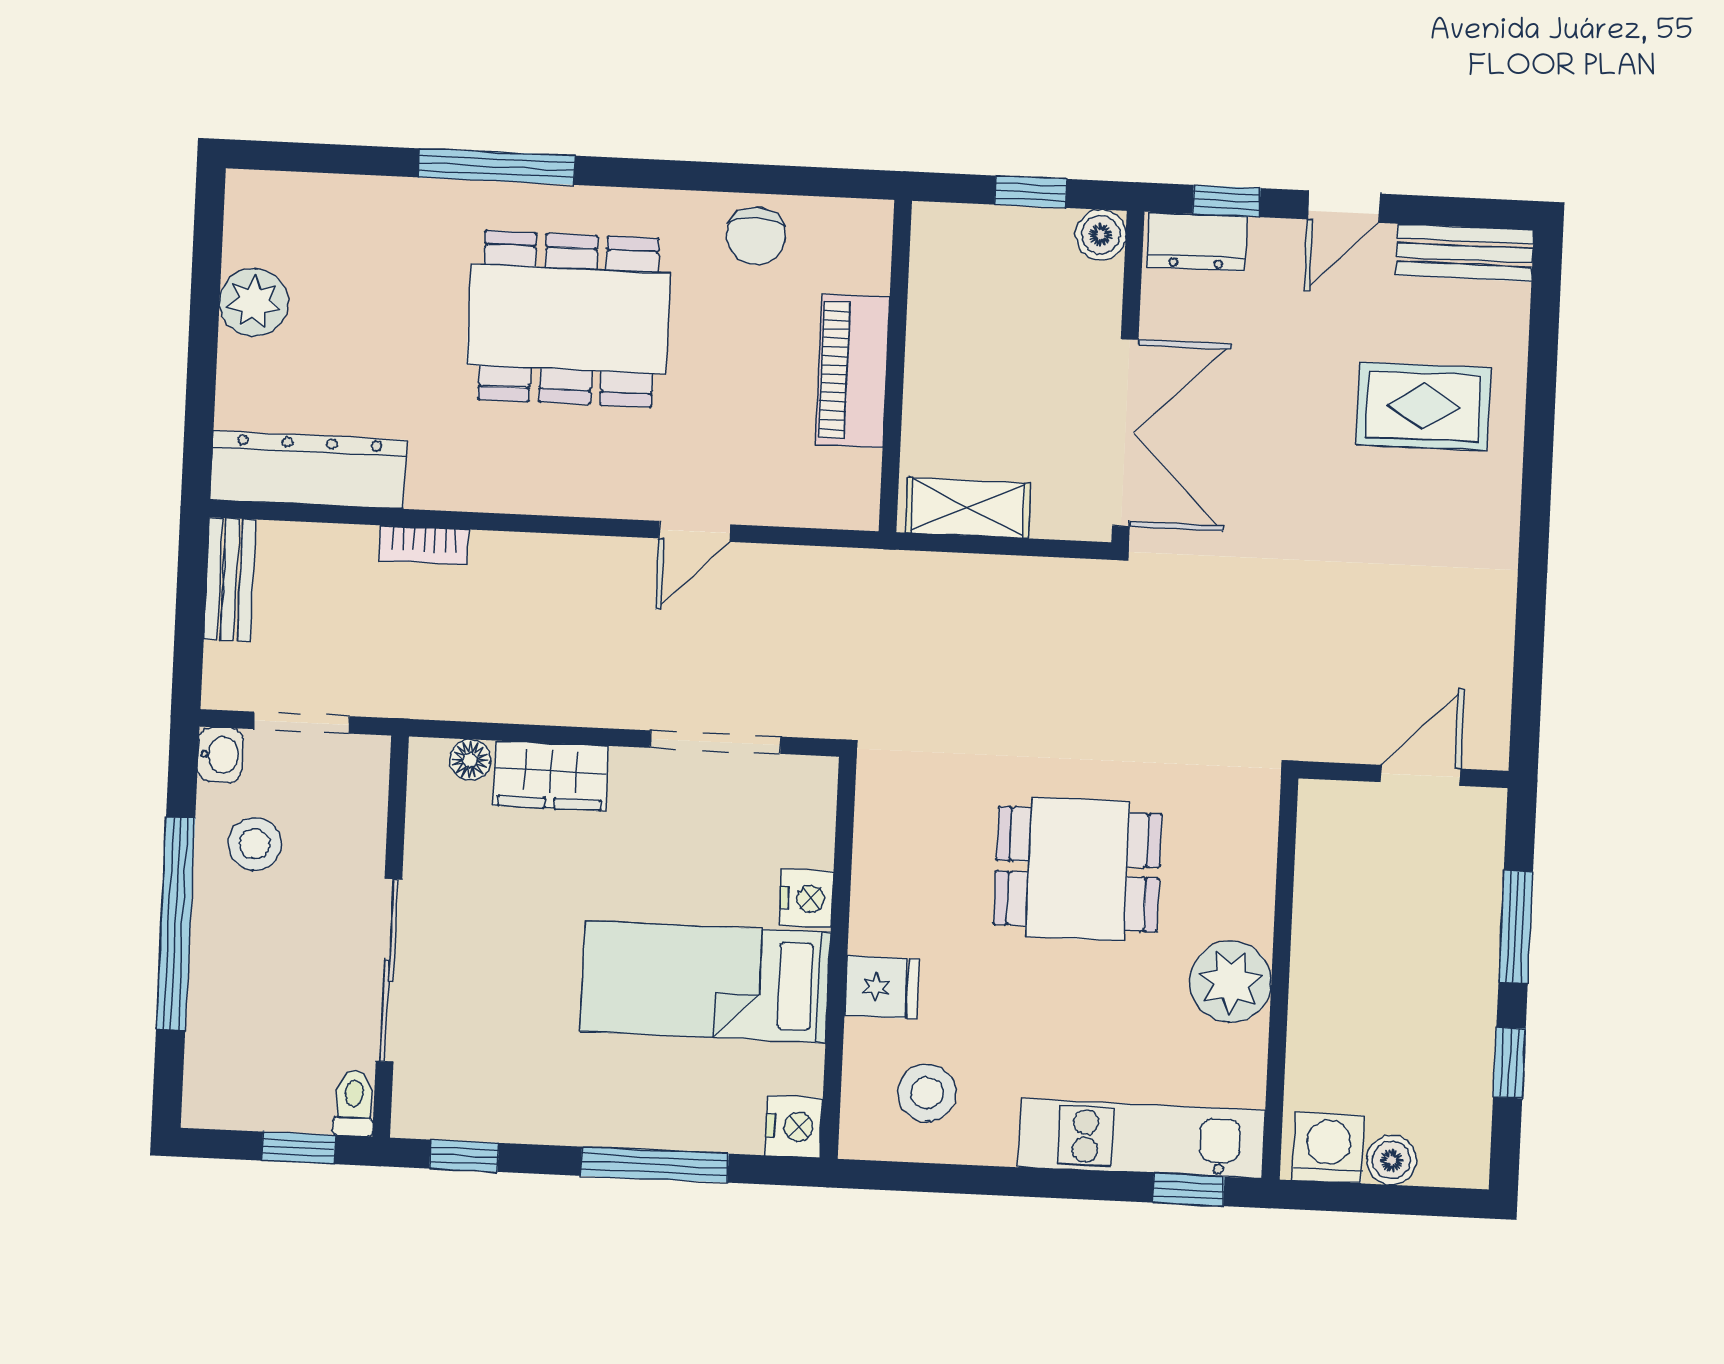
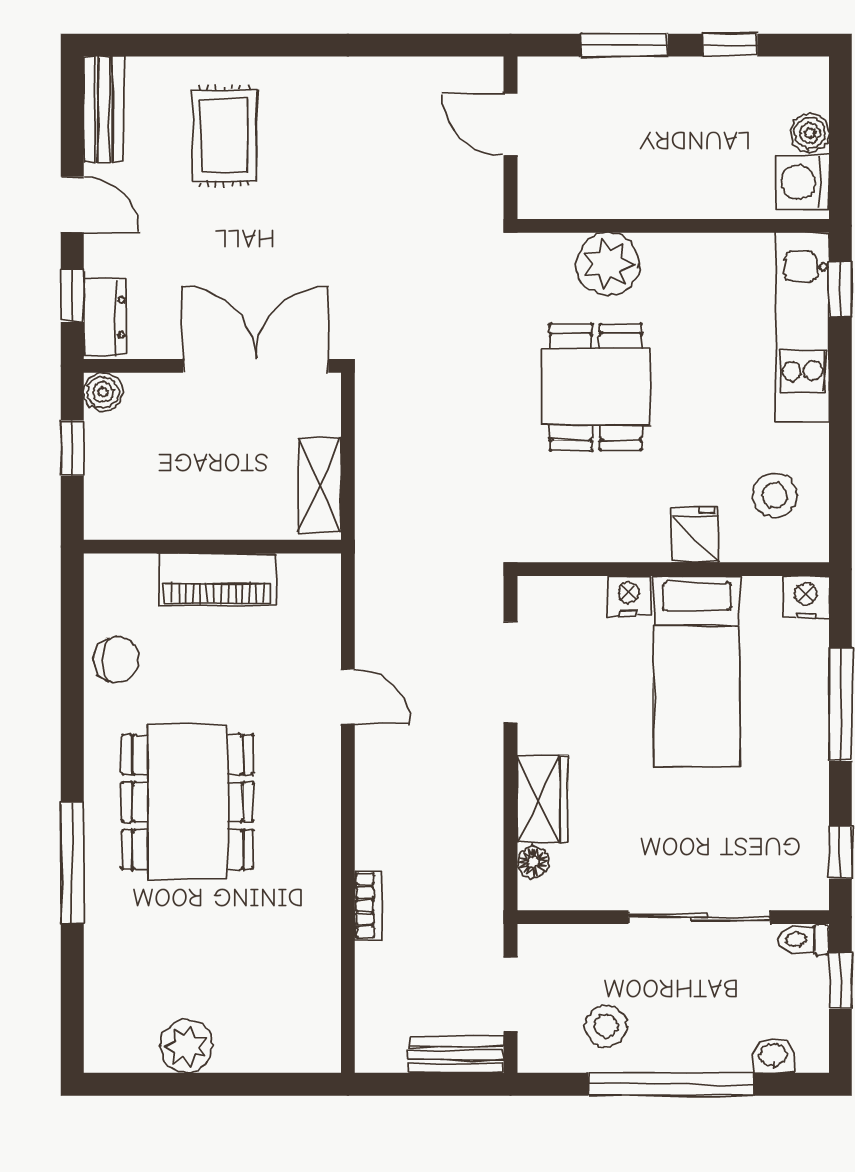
dresser: (308, 470) -> (314, 998), removed
bench: (230, 579) -> (456, 1055), moved
washbasin: (220, 755) -> (773, 1056), moved
plant: (1231, 982) -> (608, 264), moved

